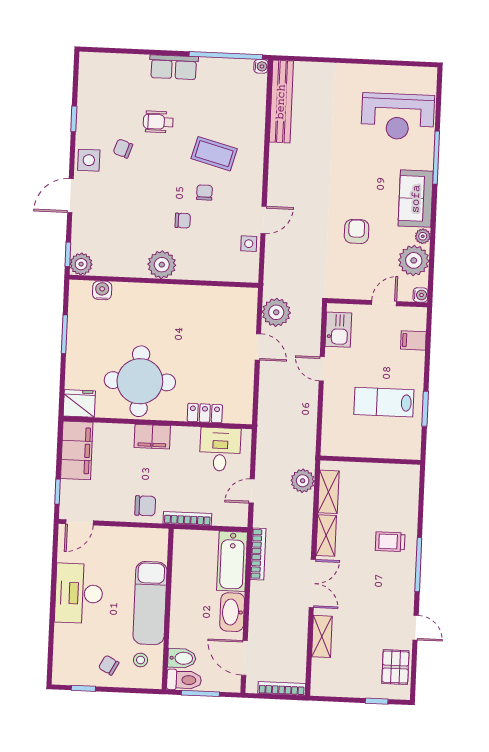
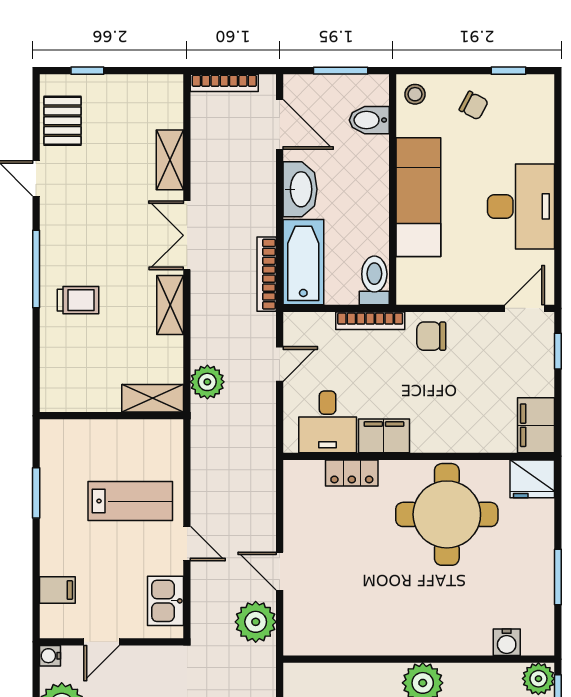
lab bench: (384, 402) -> (130, 501), moved
filing cabinet: (152, 437) -> (384, 436), moved
filing cabinet: (77, 450) -> (536, 425), width x0.67, depth x0.86
shelving: (328, 492) -> (153, 398), moved, turned 90
stool: (141, 660) -> (415, 94), moved
toilet: (184, 680) -> (374, 280), moved, turned 90

